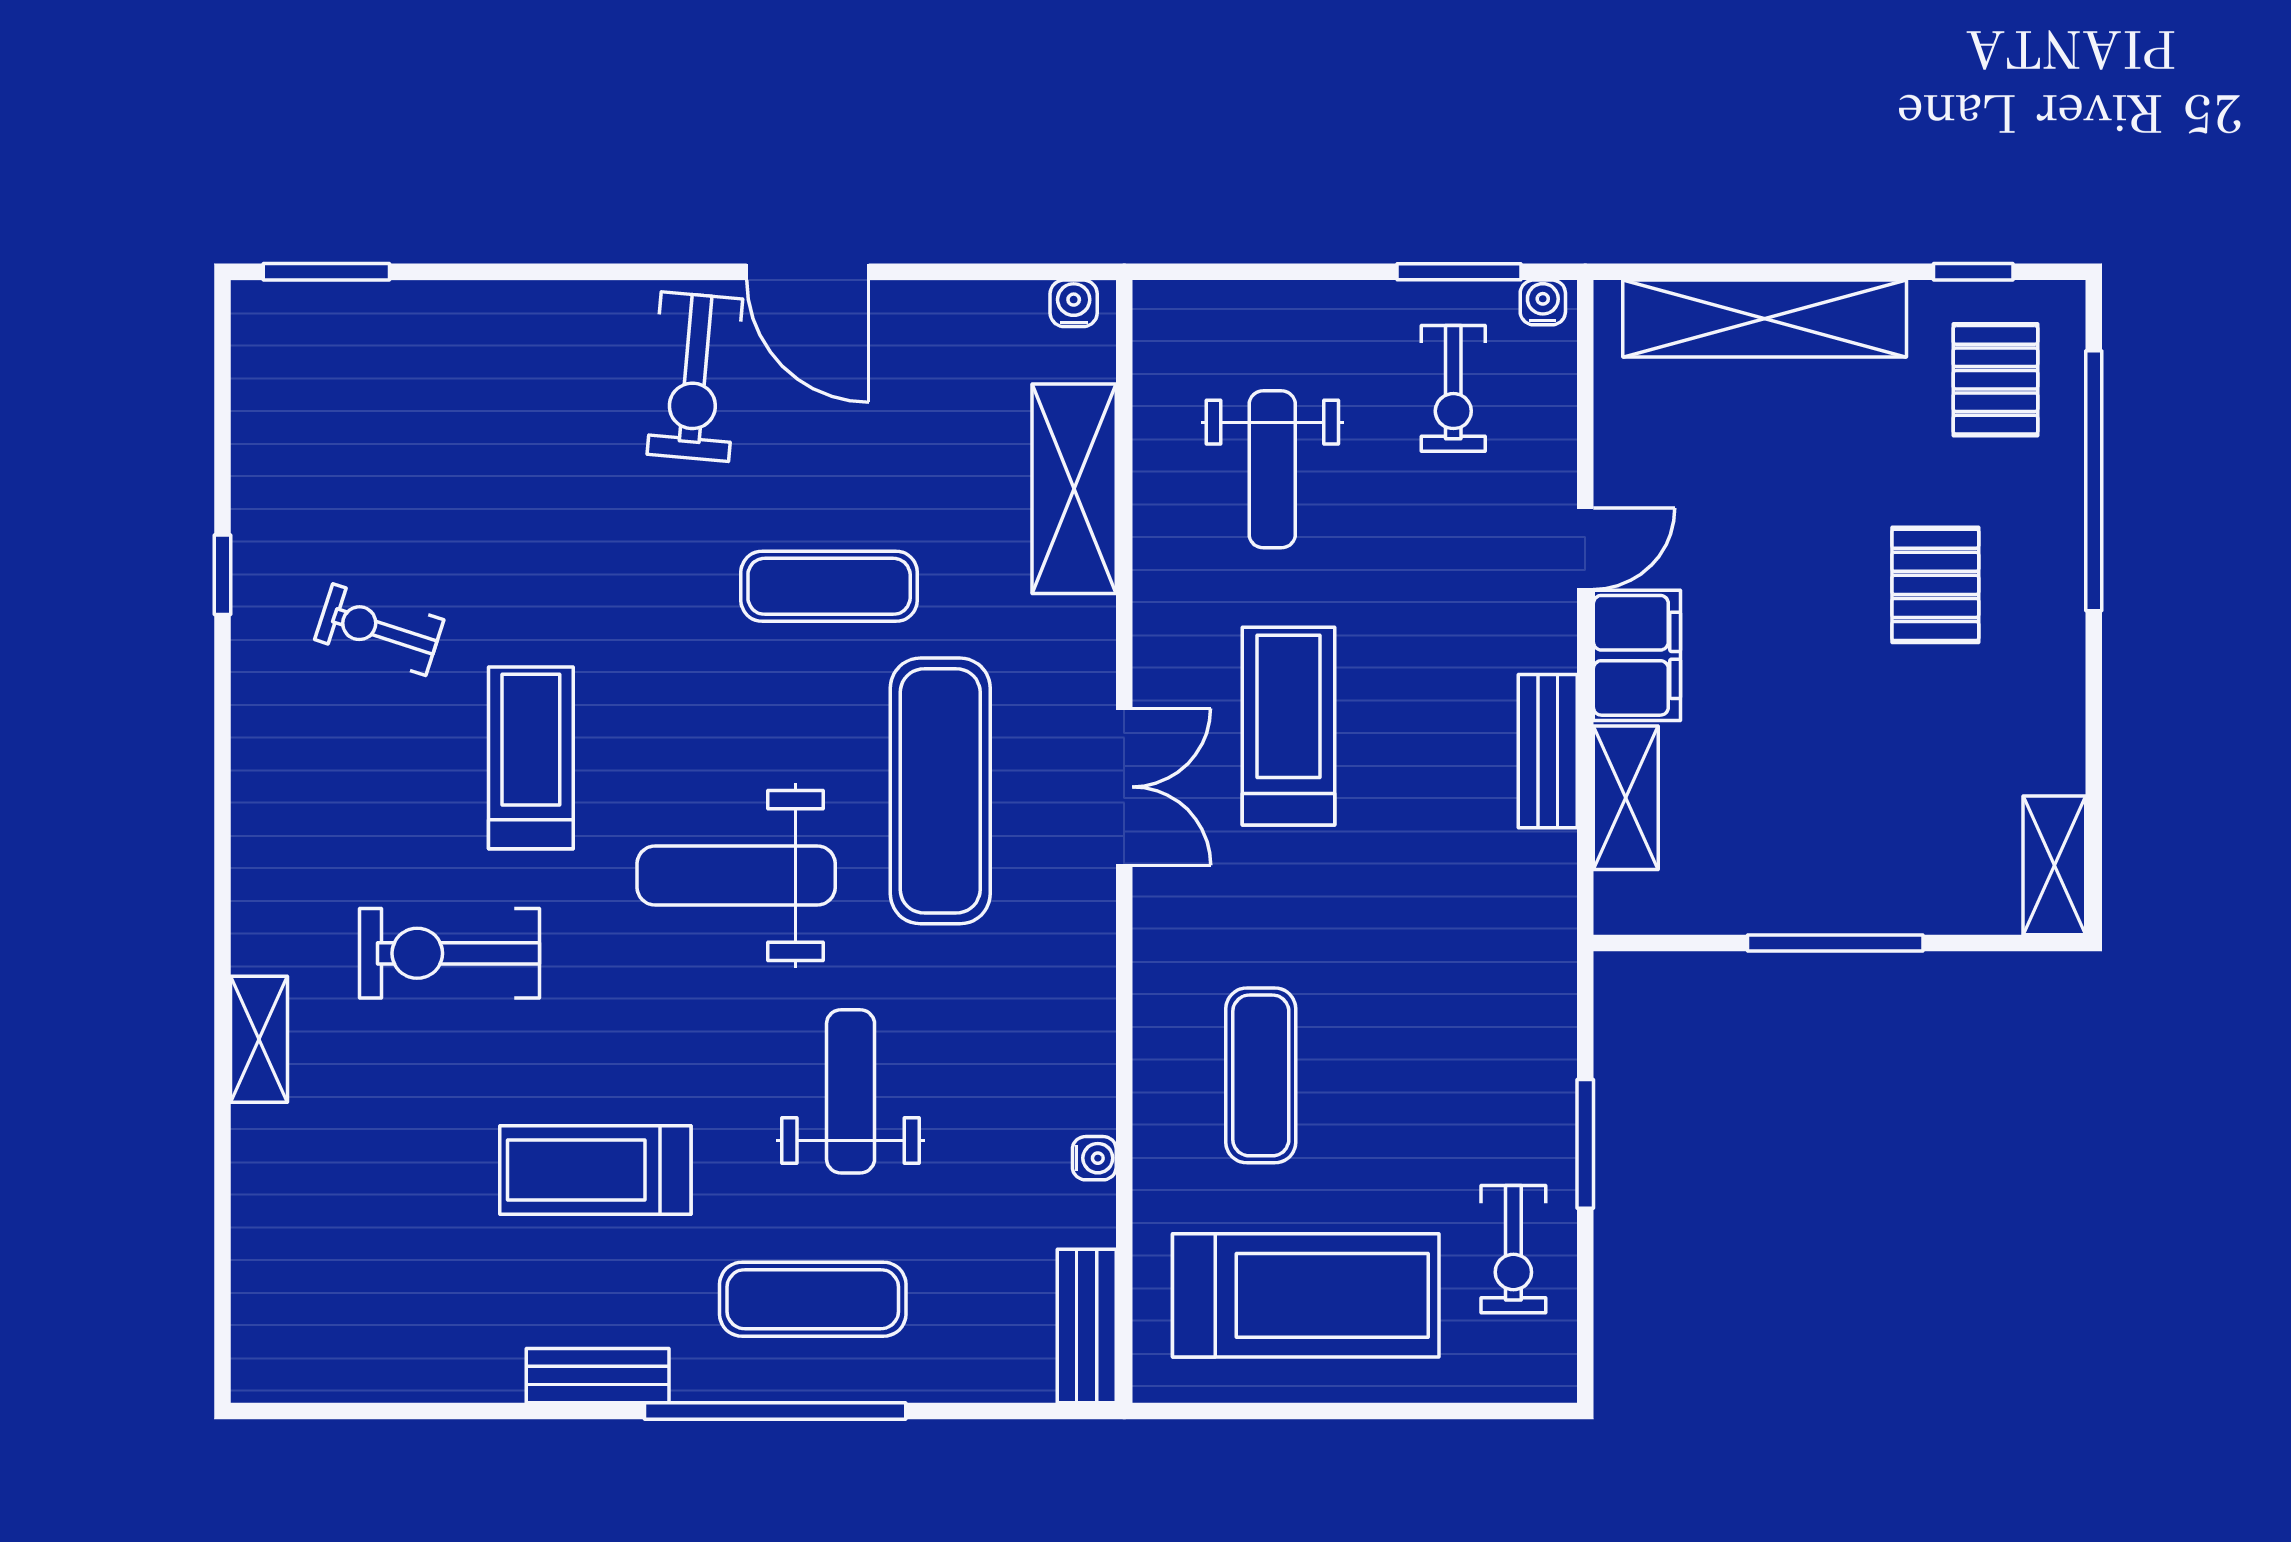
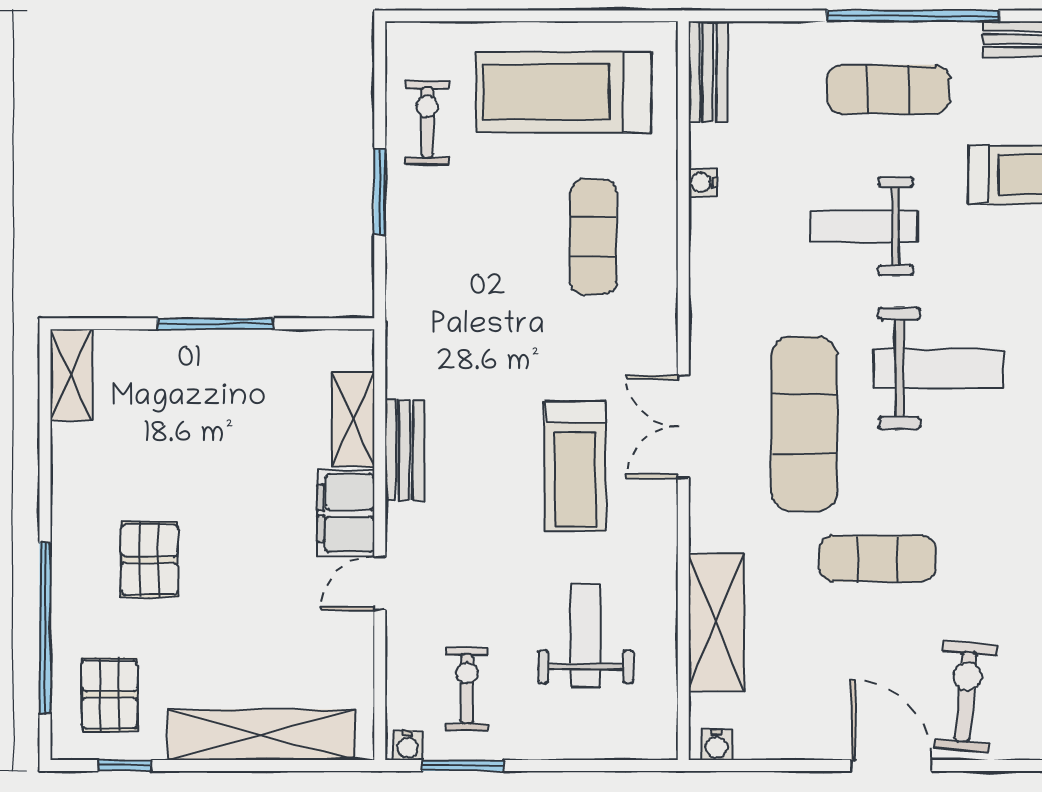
weight bench: (851, 1091) -> (863, 226), turned 90

